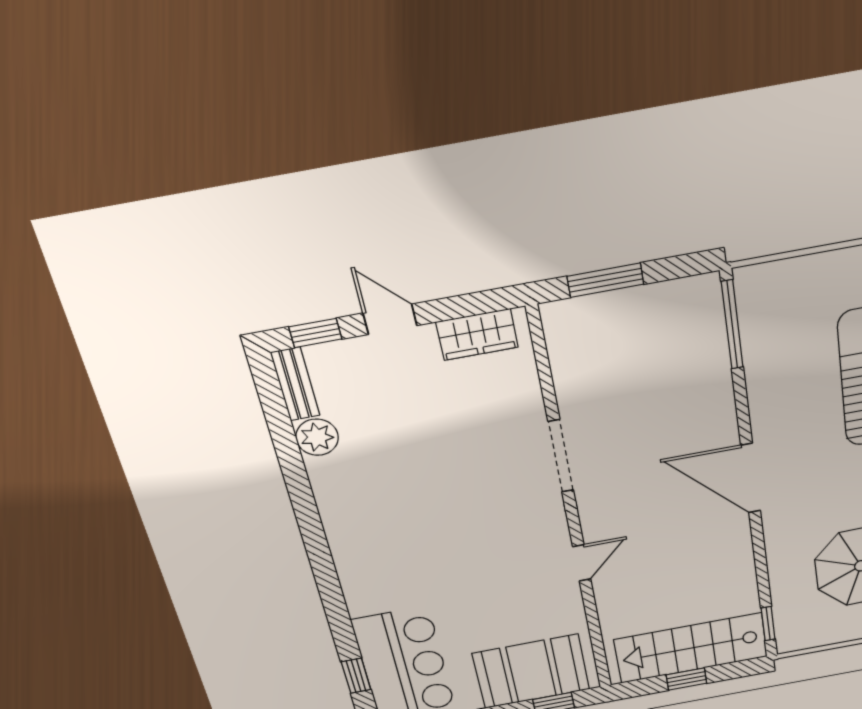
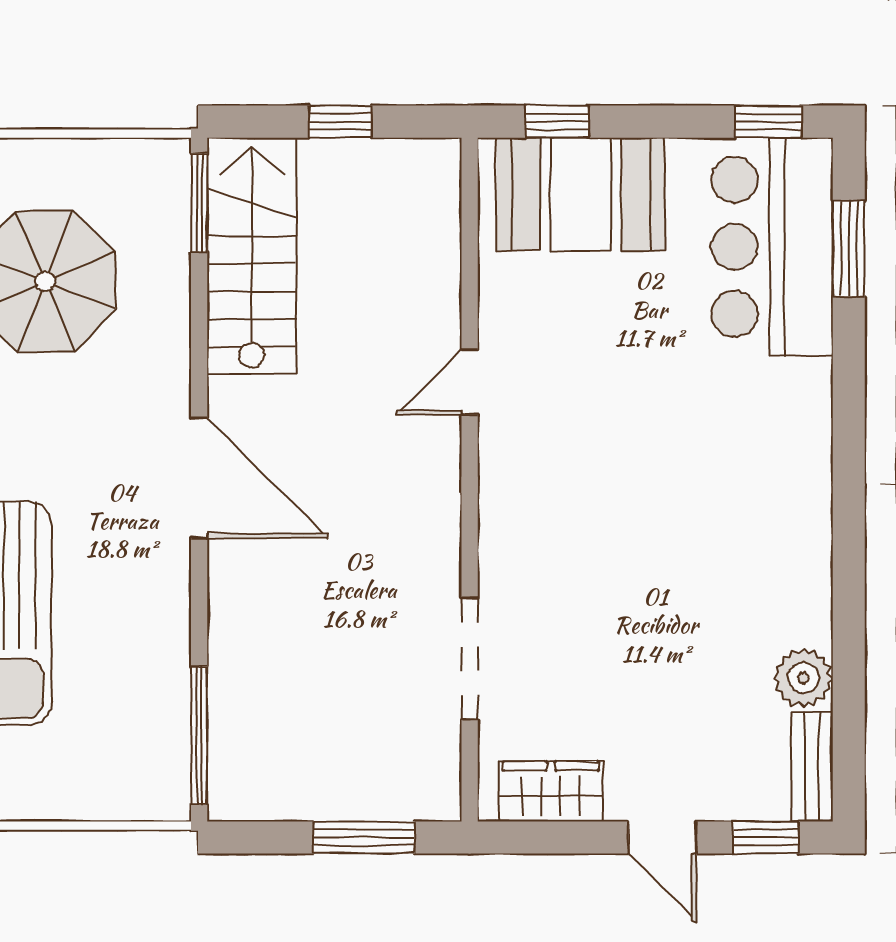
doorway: (561, 456) -> (470, 659), moved
window: (768, 624) -> (199, 203), width x1.50
stairs: (691, 648) -> (252, 256), moved, turned -90
window: (356, 676) -> (849, 248), width x1.50

